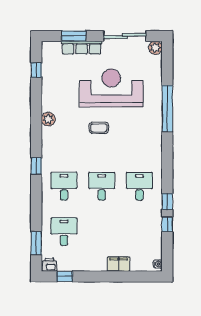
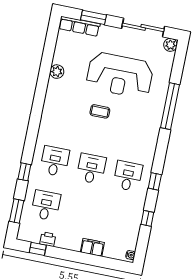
row of seats: (82, 48) -> (79, 26), moved
window: (36, 70) -> (50, 43), removed
reception desk: (111, 88) -> (120, 75), turned 180
plant: (48, 119) -> (57, 72), moved
window: (36, 166) -> (24, 172), moved
window: (167, 202) -> (155, 181), moved
printer: (50, 265) -> (48, 239), moved

